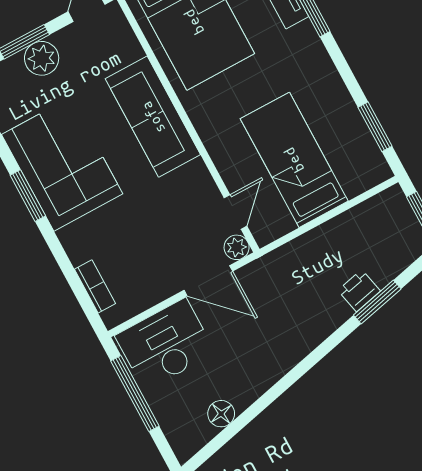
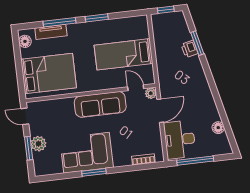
sofa: (153, 117) -> (100, 104), moved
window: (375, 127) -> (97, 18), moved

